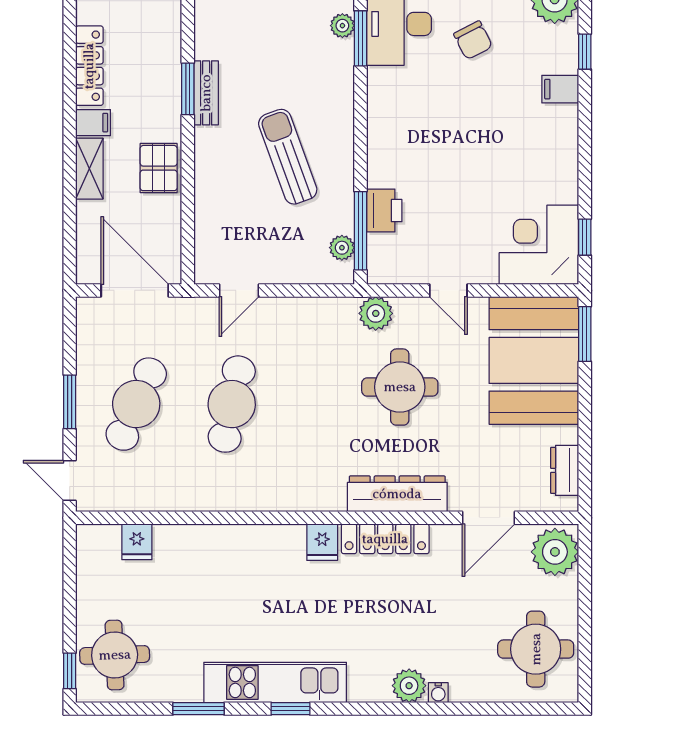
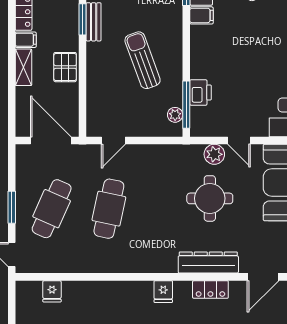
filing cabinet: (386, 82) -> (201, 15), added
plant: (376, 313) -> (214, 154), moved
locker: (385, 539) -> (210, 289), width x0.66

